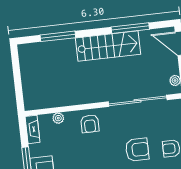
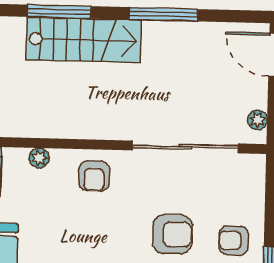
window: (130, 28) -> (163, 14), moved
stairs: (108, 46) -> (84, 40), moved

